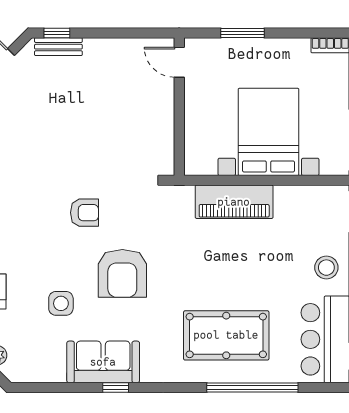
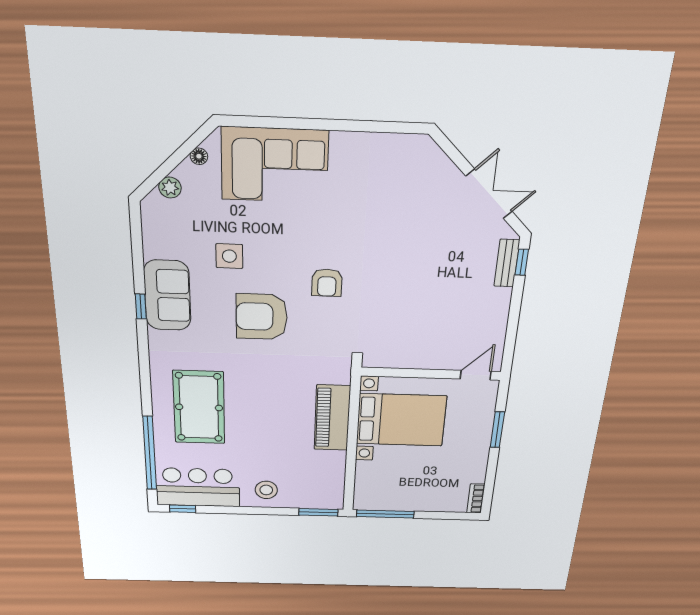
bed with nightstands: (268, 132) -> (401, 420), moved
window: (252, 387) -> (150, 453), moved

